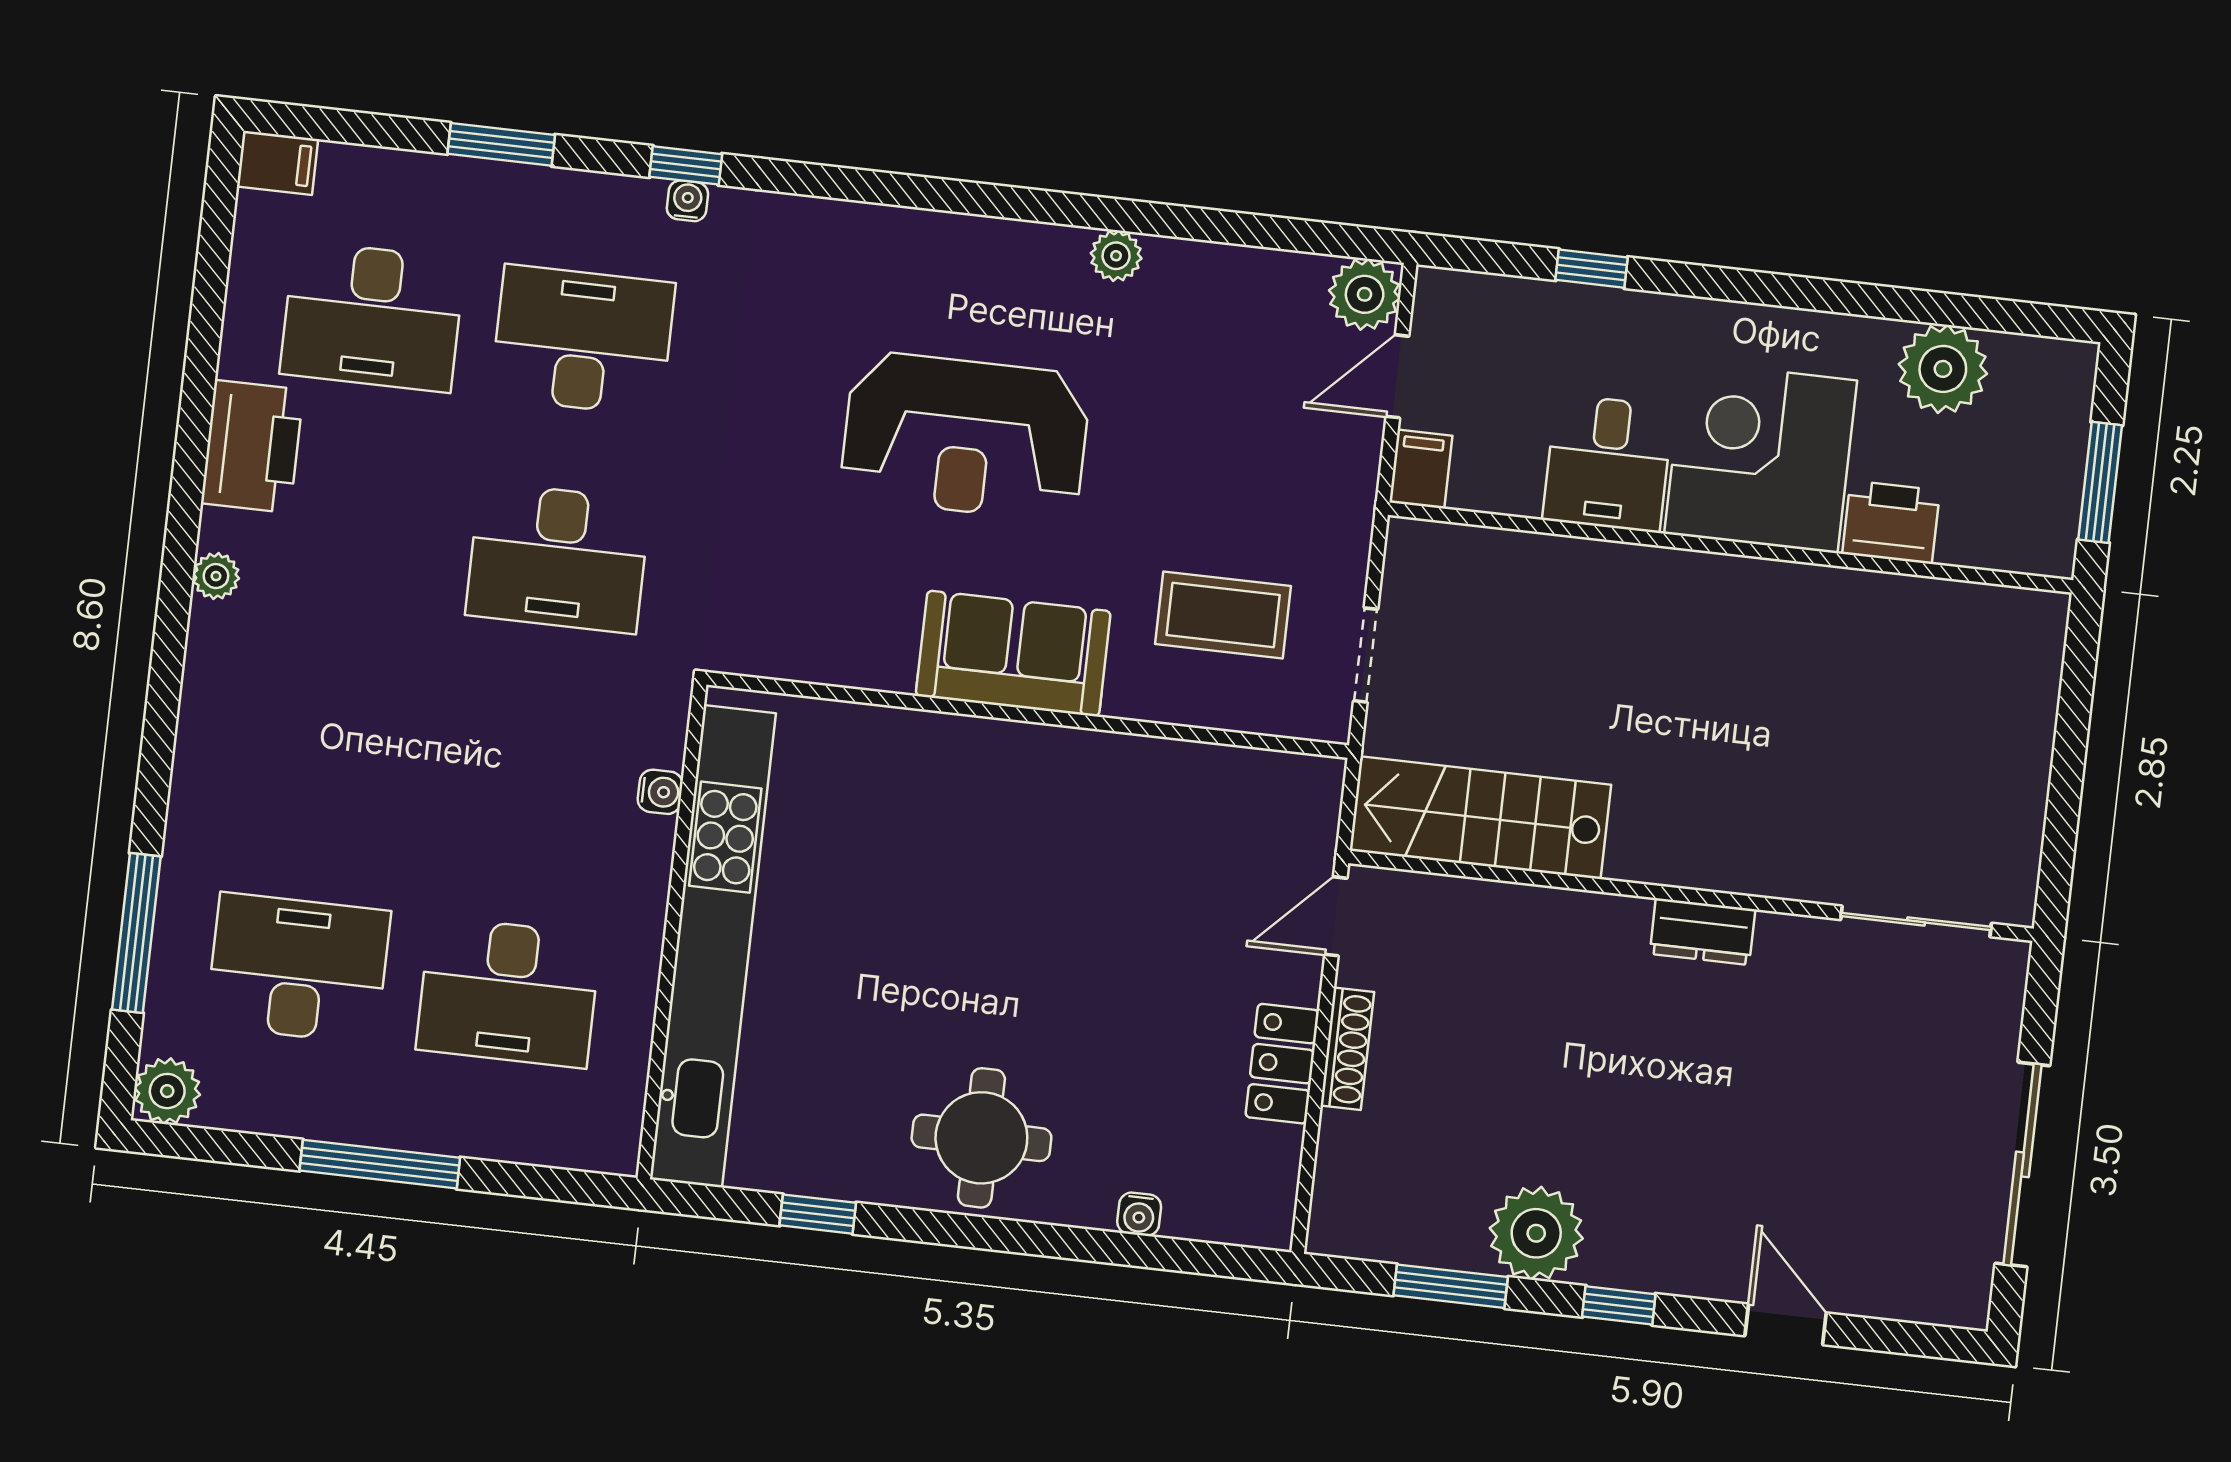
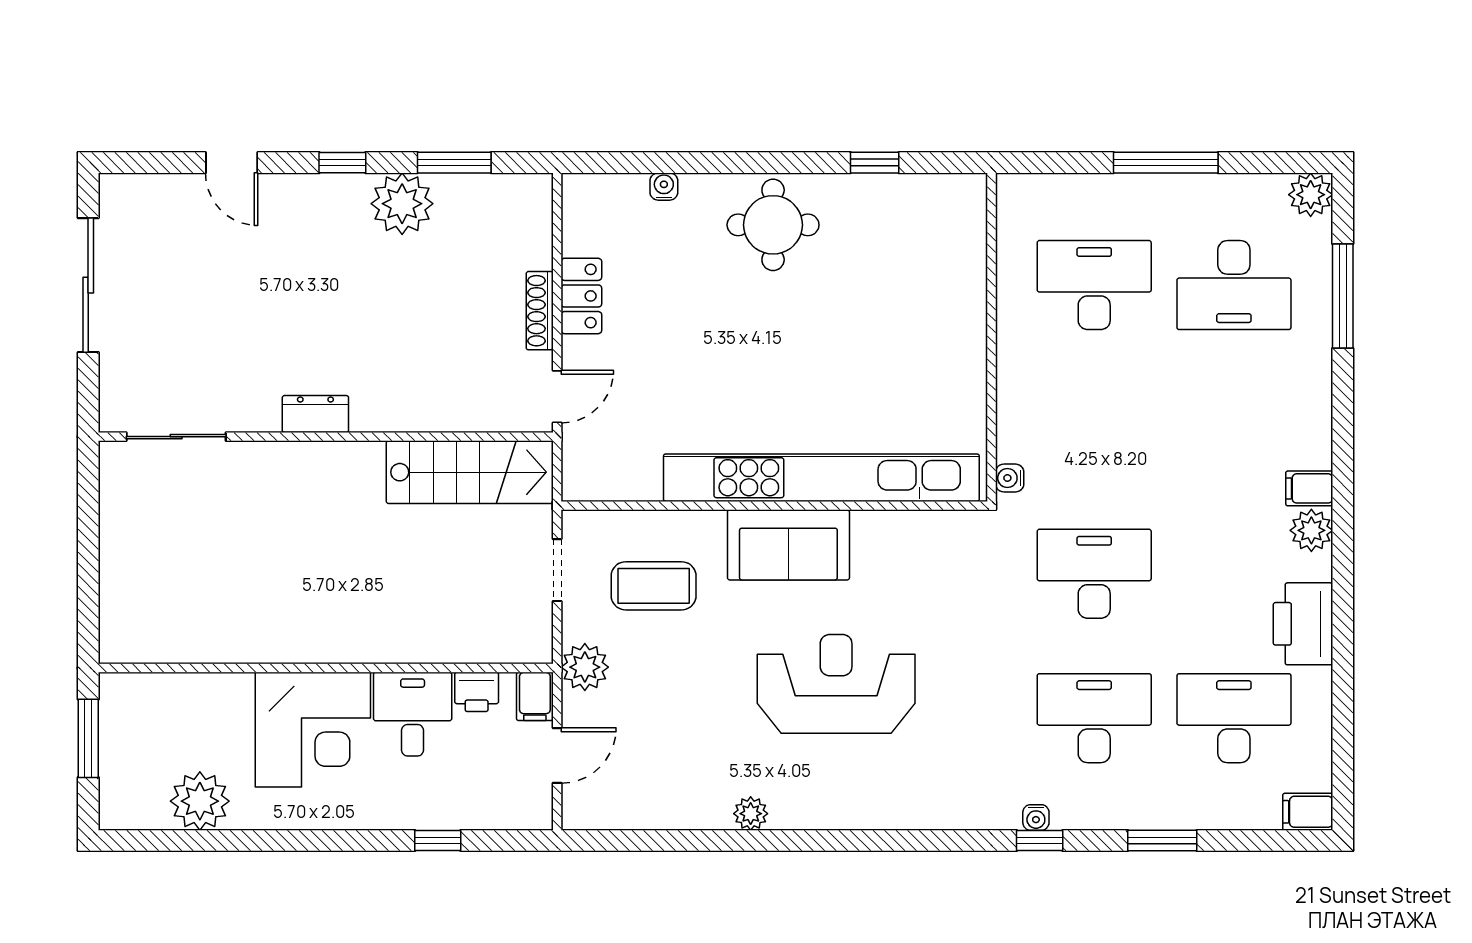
plant: (1365, 294) -> (585, 667), moved
desk: (583, 340) -> (1094, 718), turned 180
printer: (1891, 522) -> (477, 692), moved, width x0.73, depth x0.81
plant: (216, 576) -> (1311, 530), width x1.38, depth x1.38
filing cabinet: (220, 649) -> (1309, 488), added
water cooler: (660, 792) -> (1010, 478), moved
kitchen unit: (713, 946) -> (821, 478), moved, turned 90

